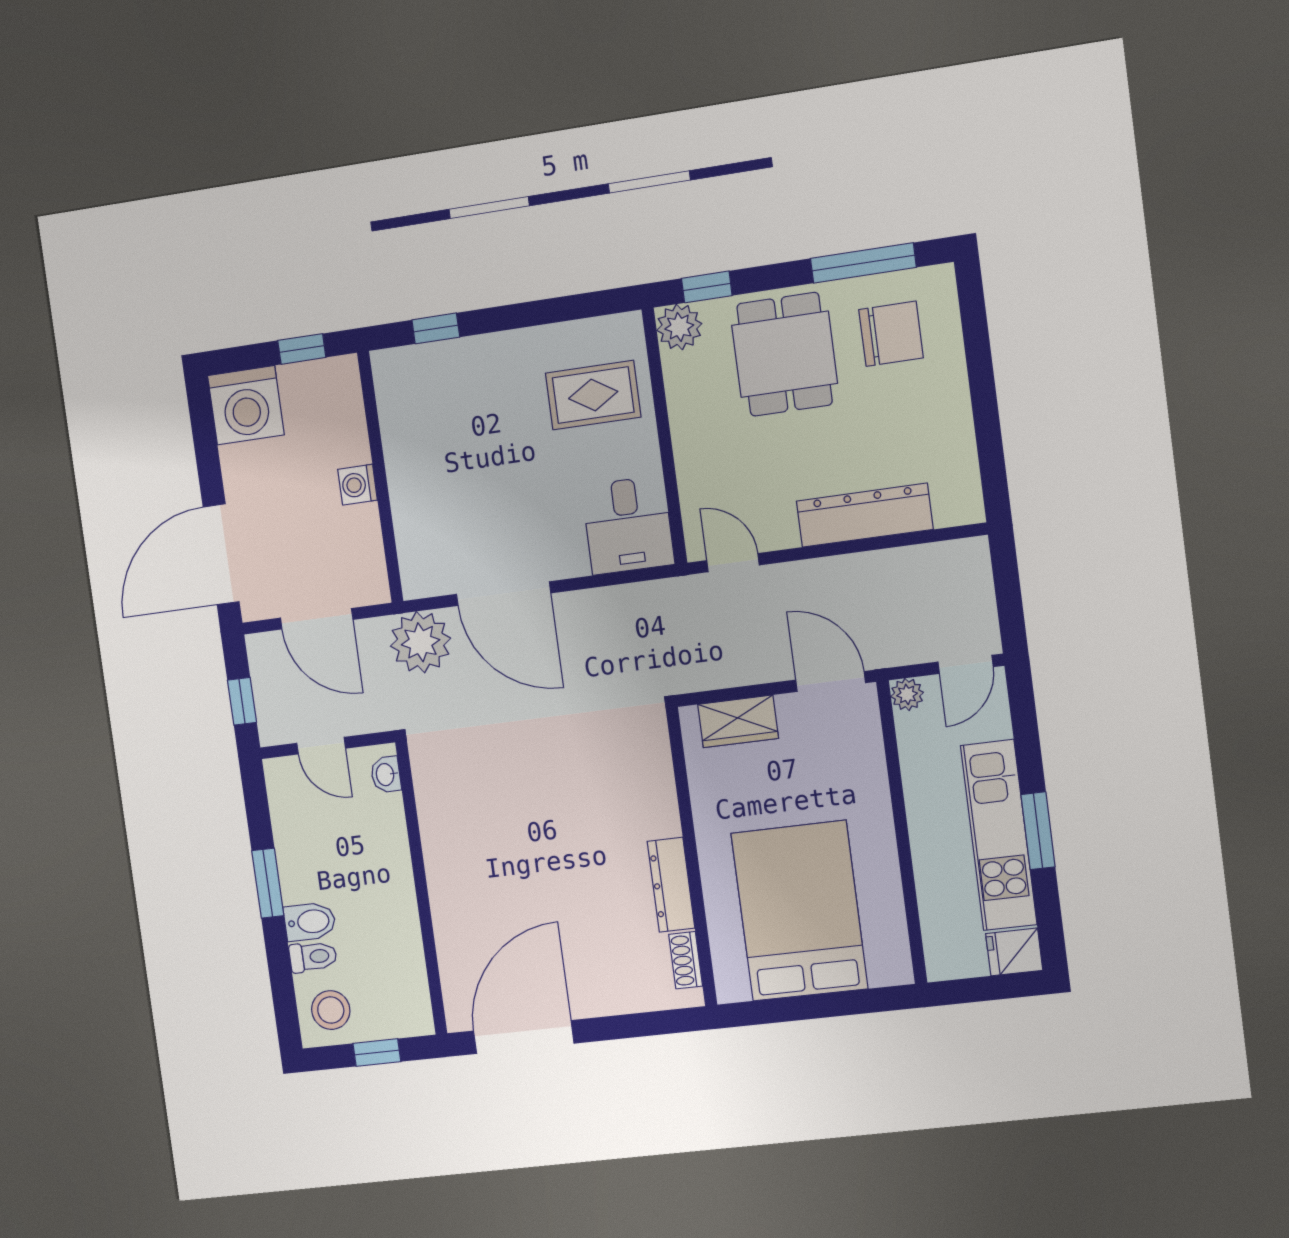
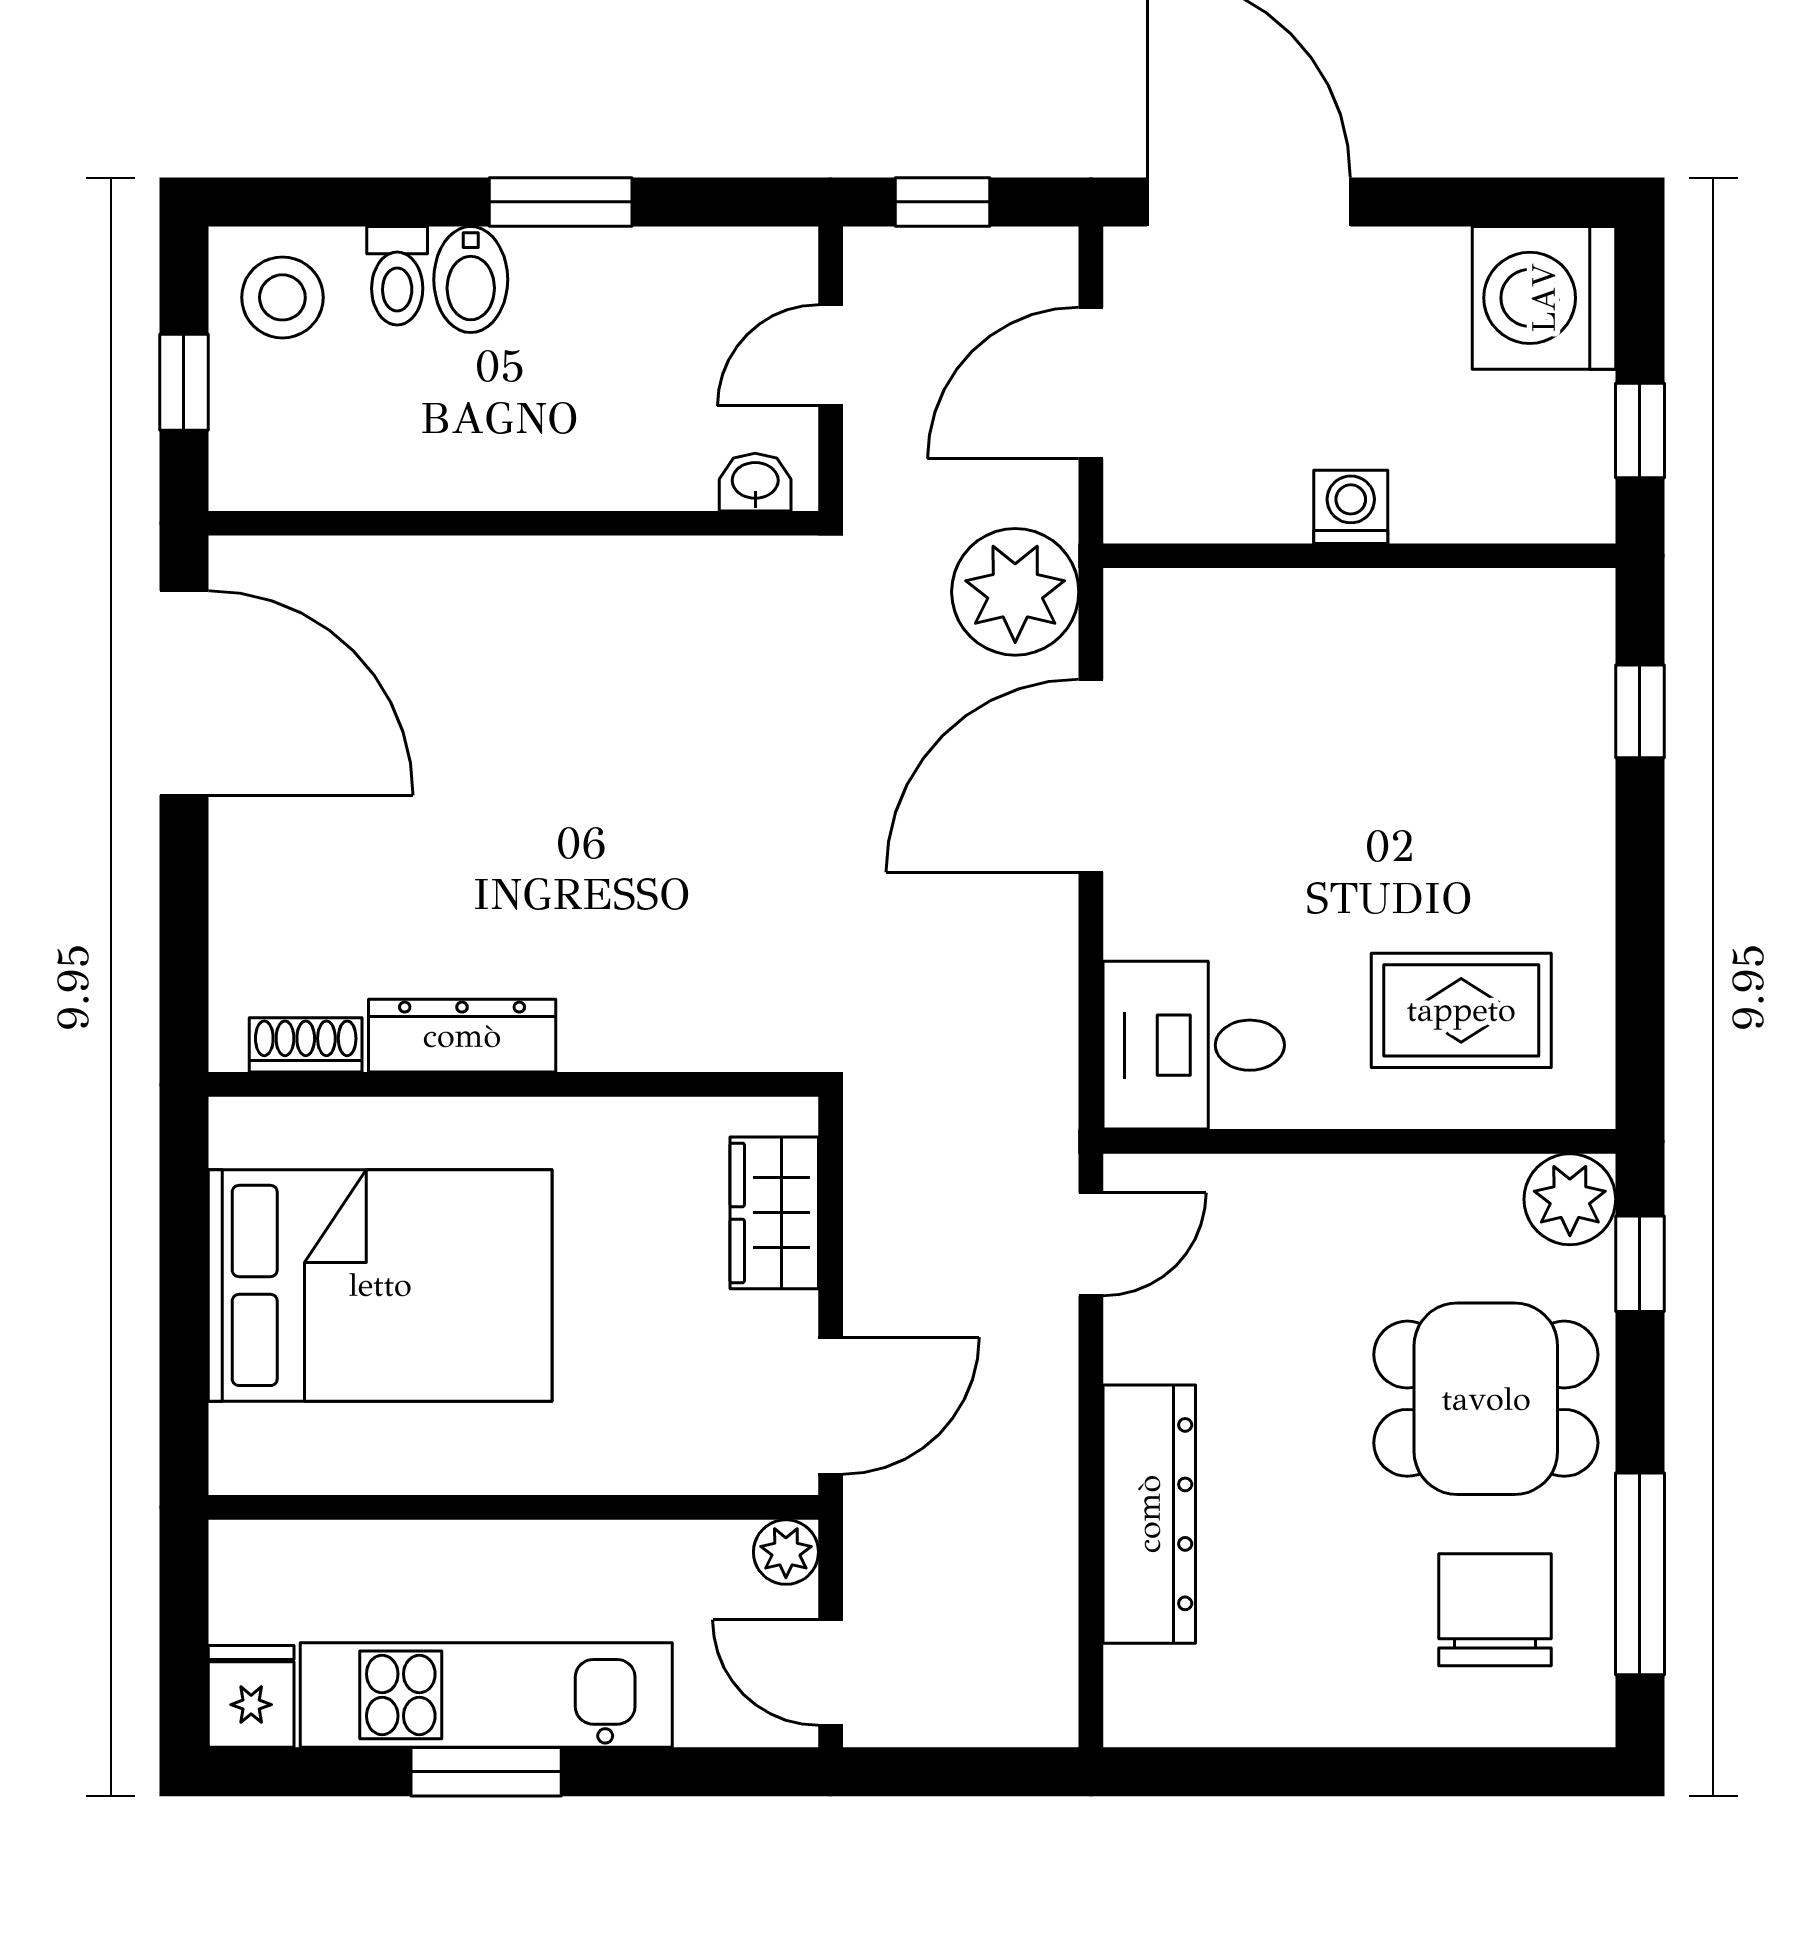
chair: (891, 334) -> (1495, 1610), turned 180
rug: (593, 395) -> (1461, 1010), turned 90

